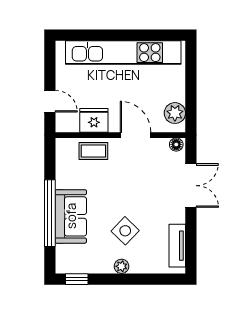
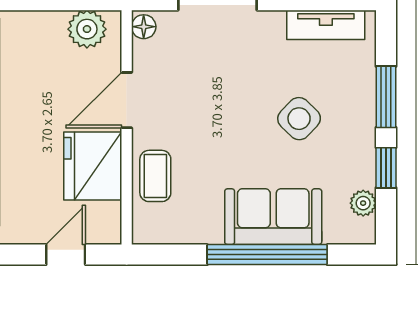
fridge: (94, 120) -> (93, 166), width x1.36, depth x1.34
plant: (121, 266) -> (363, 203), moved
window: (77, 279) -> (386, 168), moved
window: (137, 279) -> (386, 97), added

